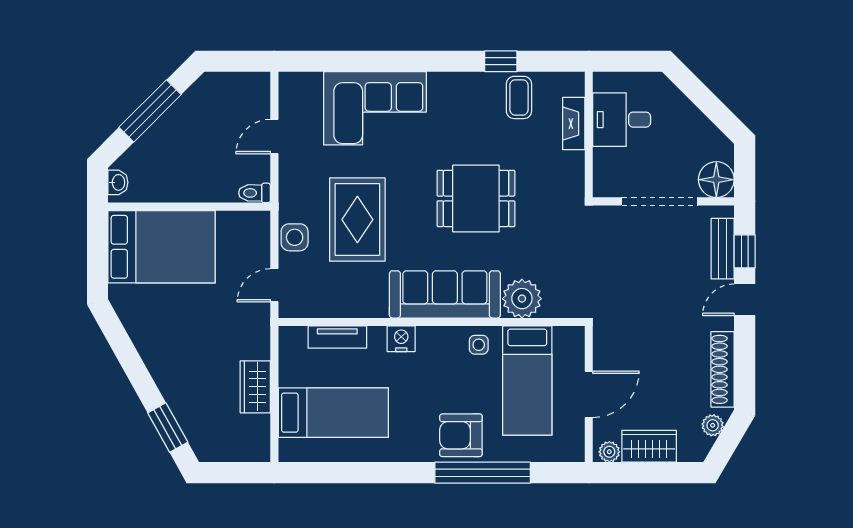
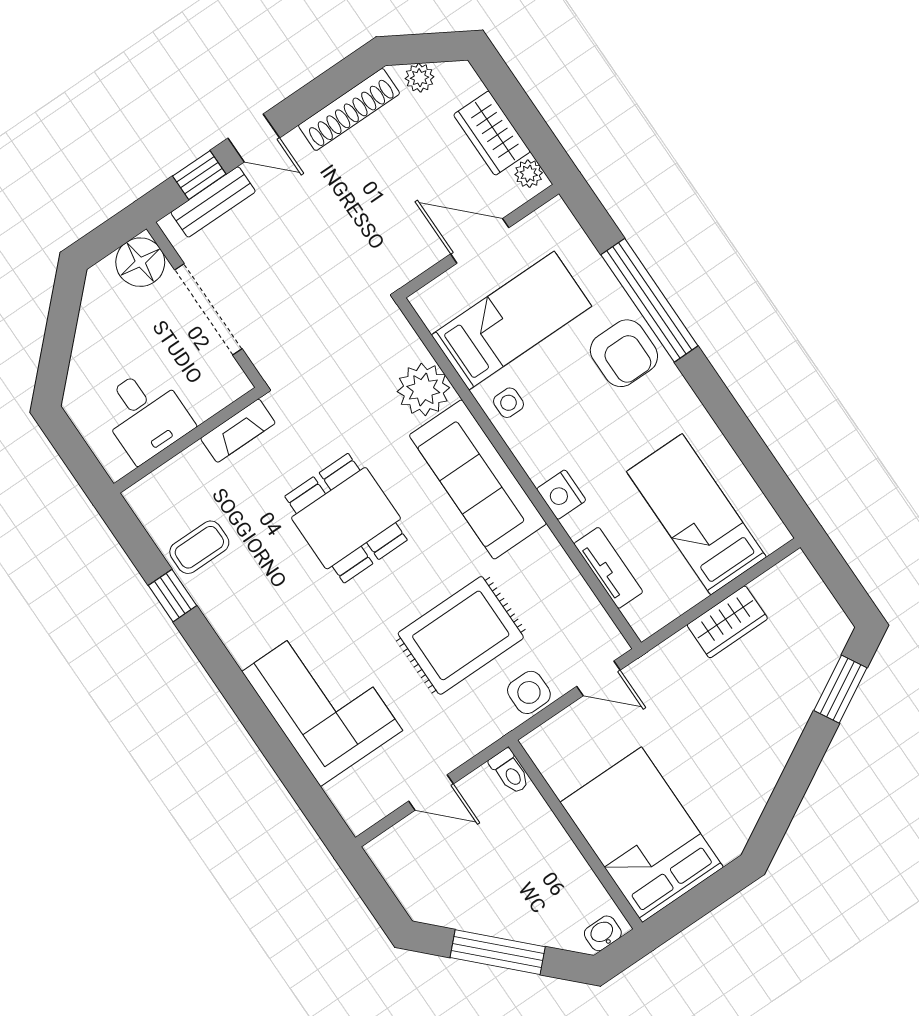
fireplace: (574, 124) -> (238, 431), moved

